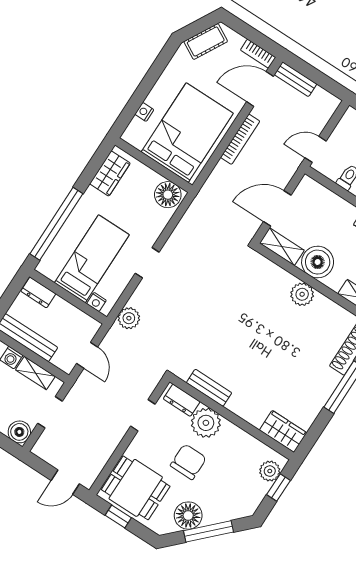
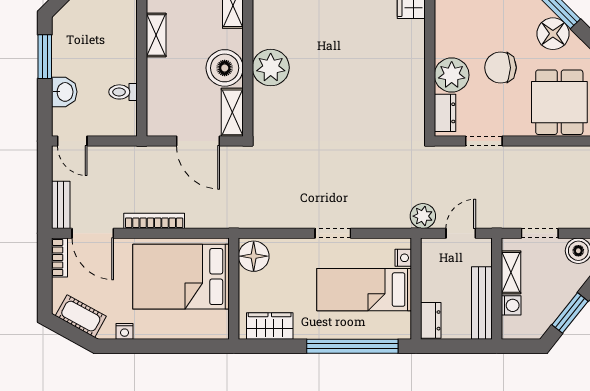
nightstand: (144, 112) -> (125, 331), moved
door: (316, 149) -> (72, 141), moved
plant: (302, 294) -> (271, 68), width x1.36, depth x1.36
plant: (129, 318) -> (423, 216), moved
bench: (209, 388) -> (415, 94), removed

